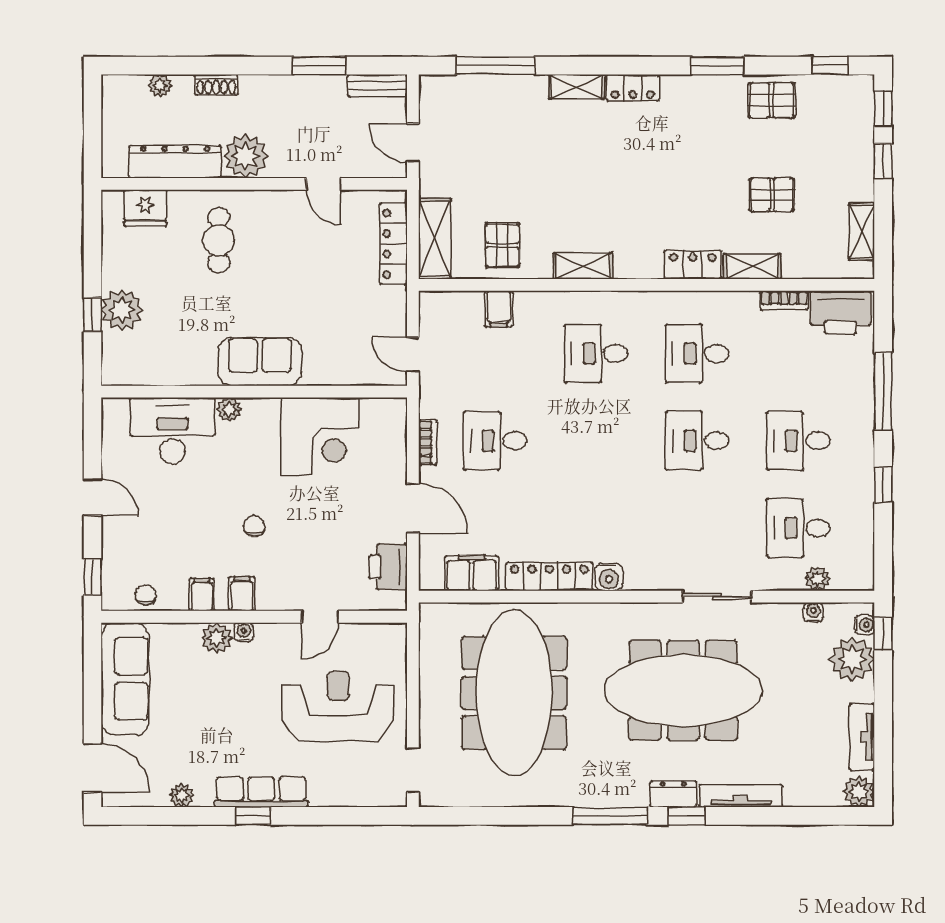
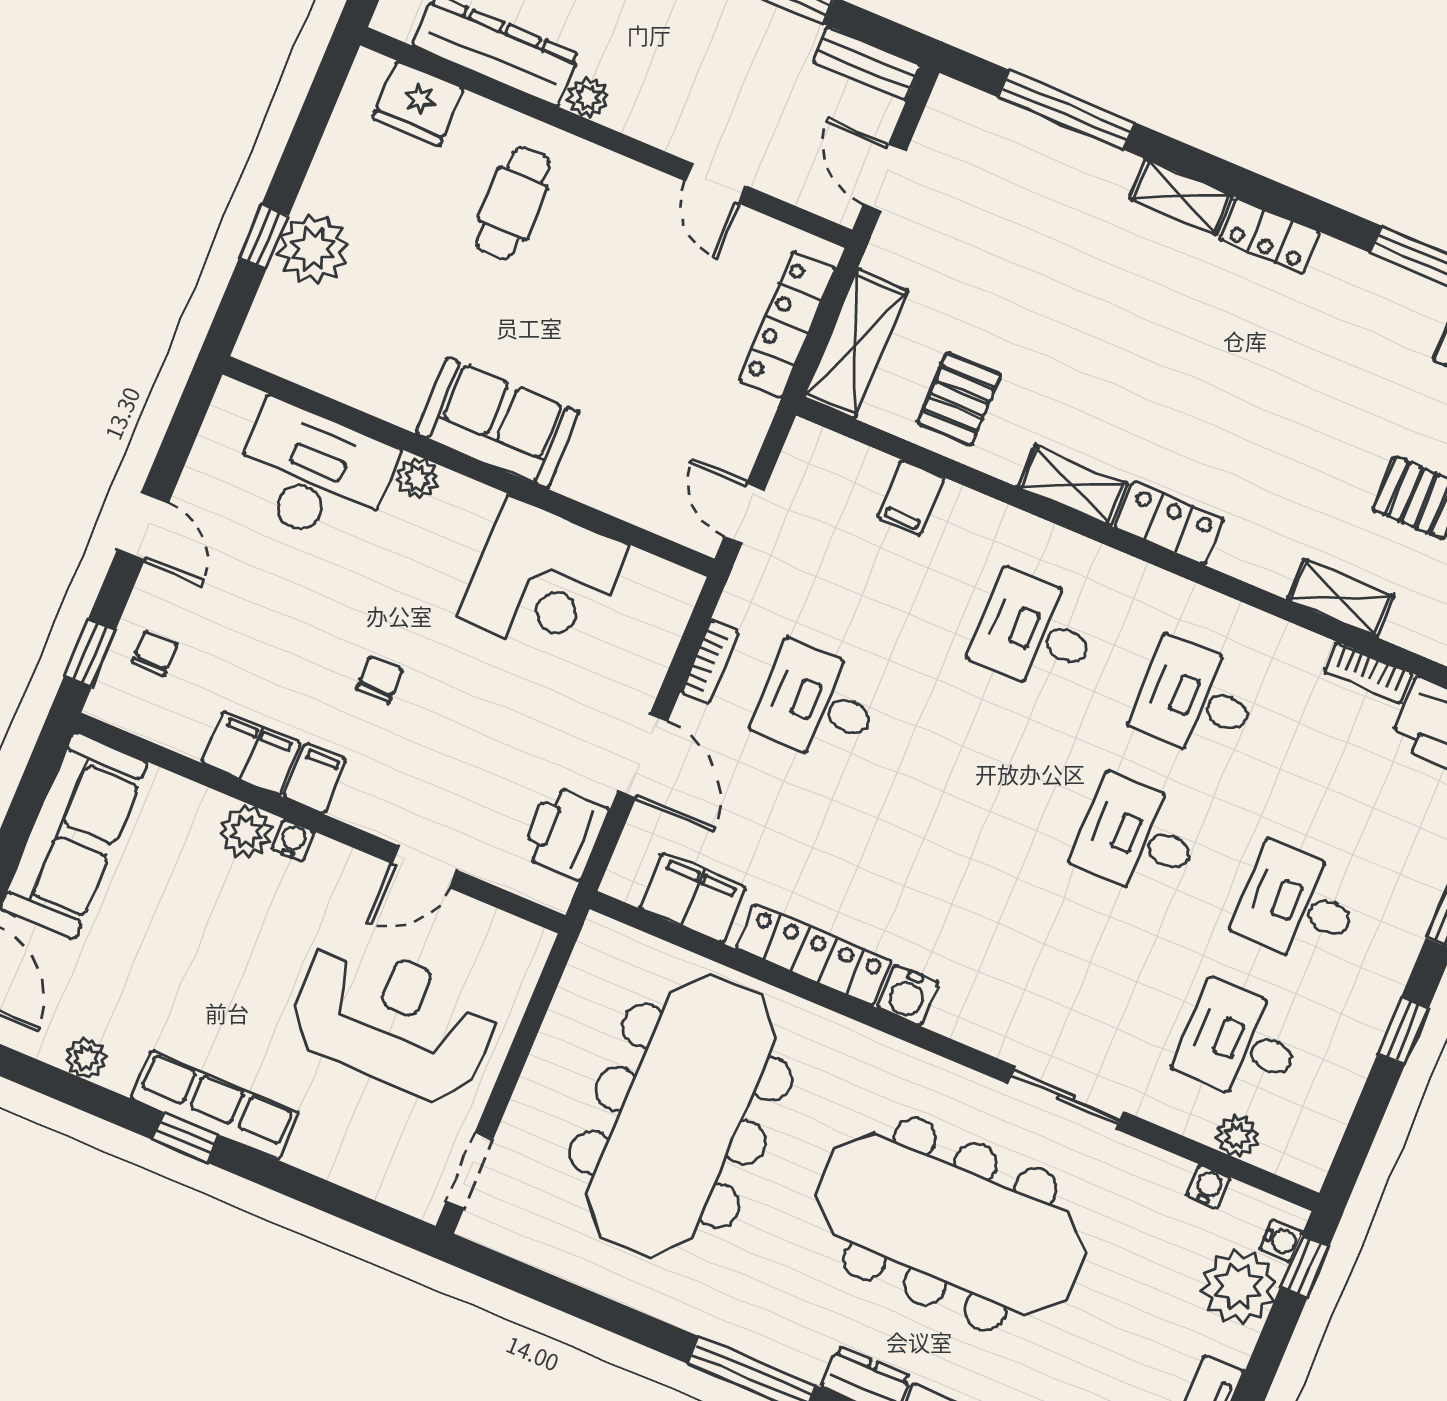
plant: (246, 156) -> (588, 97), width x0.53, depth x0.53
locker: (693, 265) -> (1169, 523), moved
chair: (146, 595) -> (155, 653), moved
filing cabinet: (202, 595) -> (251, 753), width x2.00

